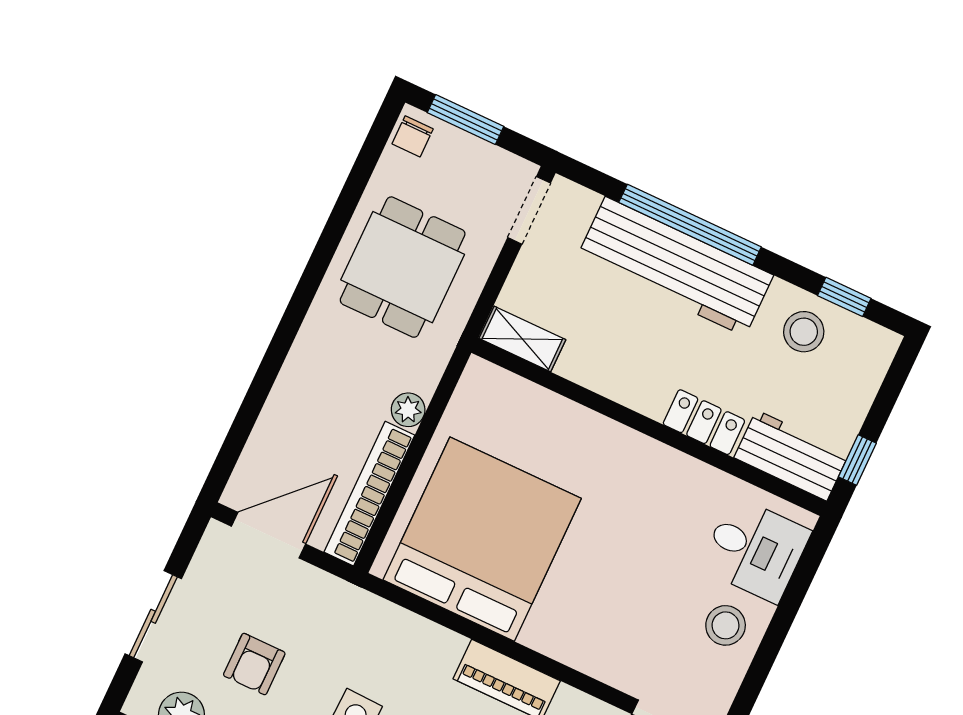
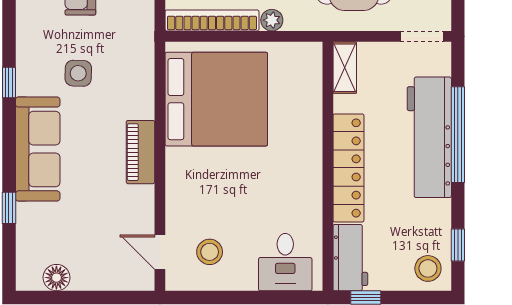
stool: (804, 332) -> (428, 268), moved
locker: (704, 422) -> (348, 168), width x2.16, depth x1.21
stool: (726, 625) -> (210, 252), moved

